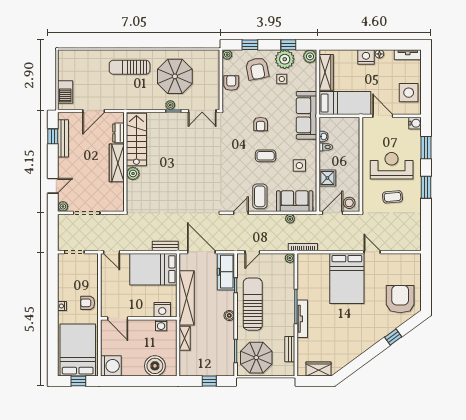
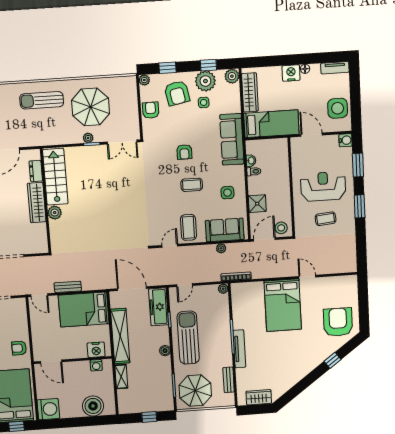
bench: (165, 246) -> (68, 287), moved

